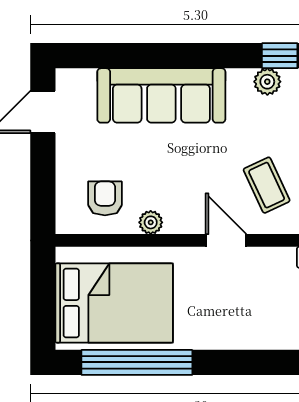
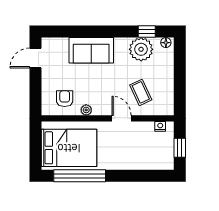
plant: (267, 82) -> (141, 49), width x1.87, depth x1.87
sofa: (161, 95) -> (91, 50), width x0.73

